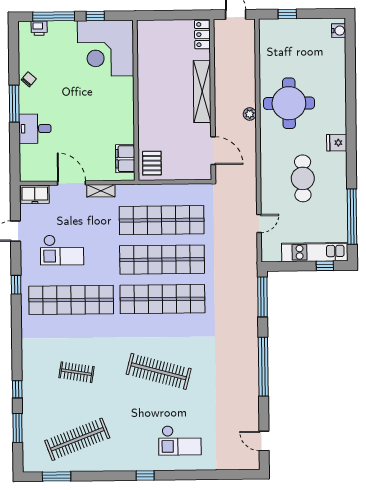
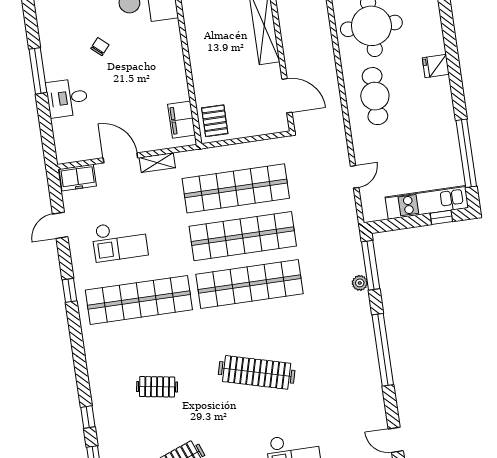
chair: (29, 79) -> (100, 47), moved
plant: (250, 114) -> (360, 283), moved
cafe table: (303, 178) -> (375, 96), moved

